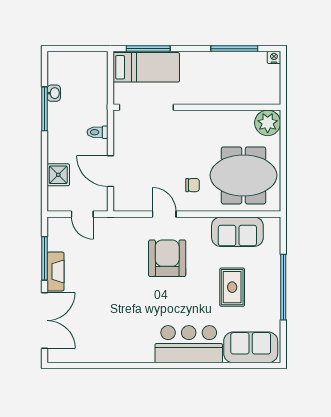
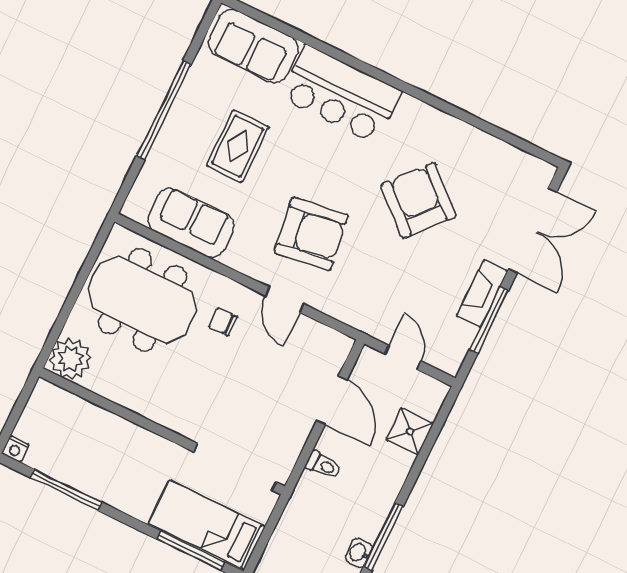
armchair: (167, 258) -> (311, 234), turned -98
armchair: (117, 306) -> (418, 200), added
double door: (45, 320) -> (533, 230), swing flipped

